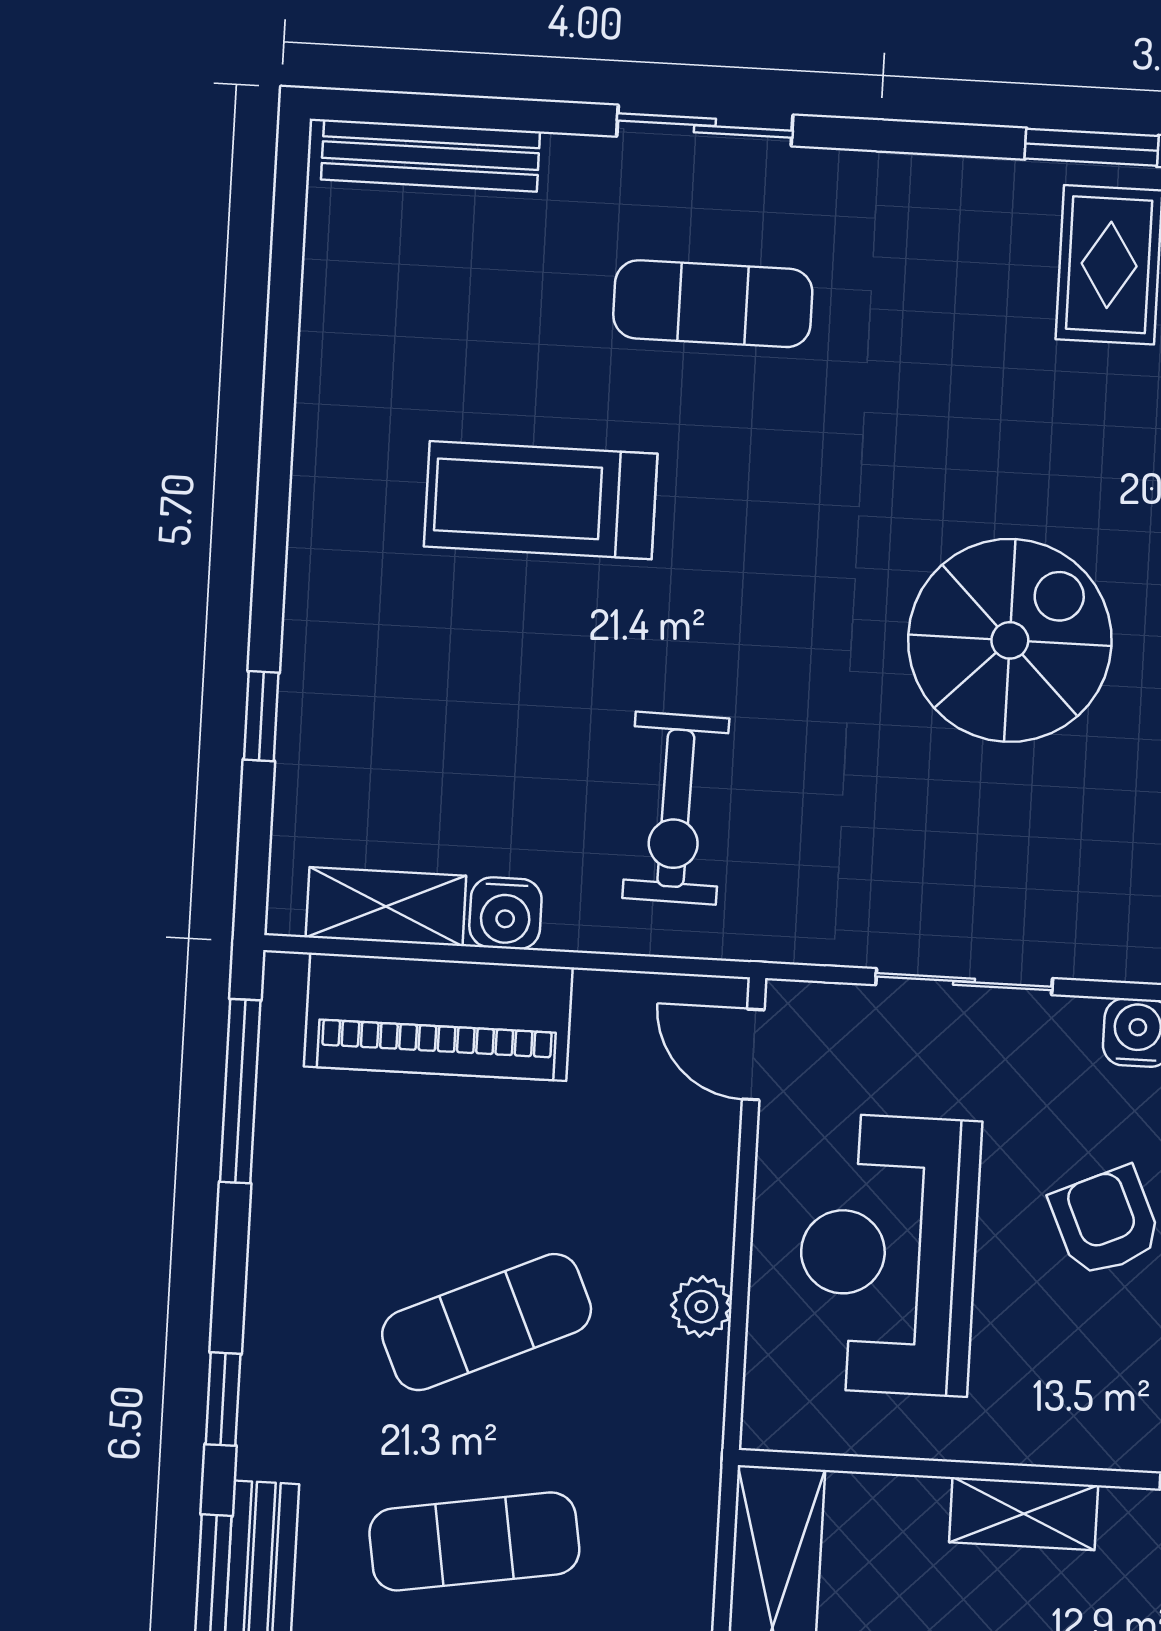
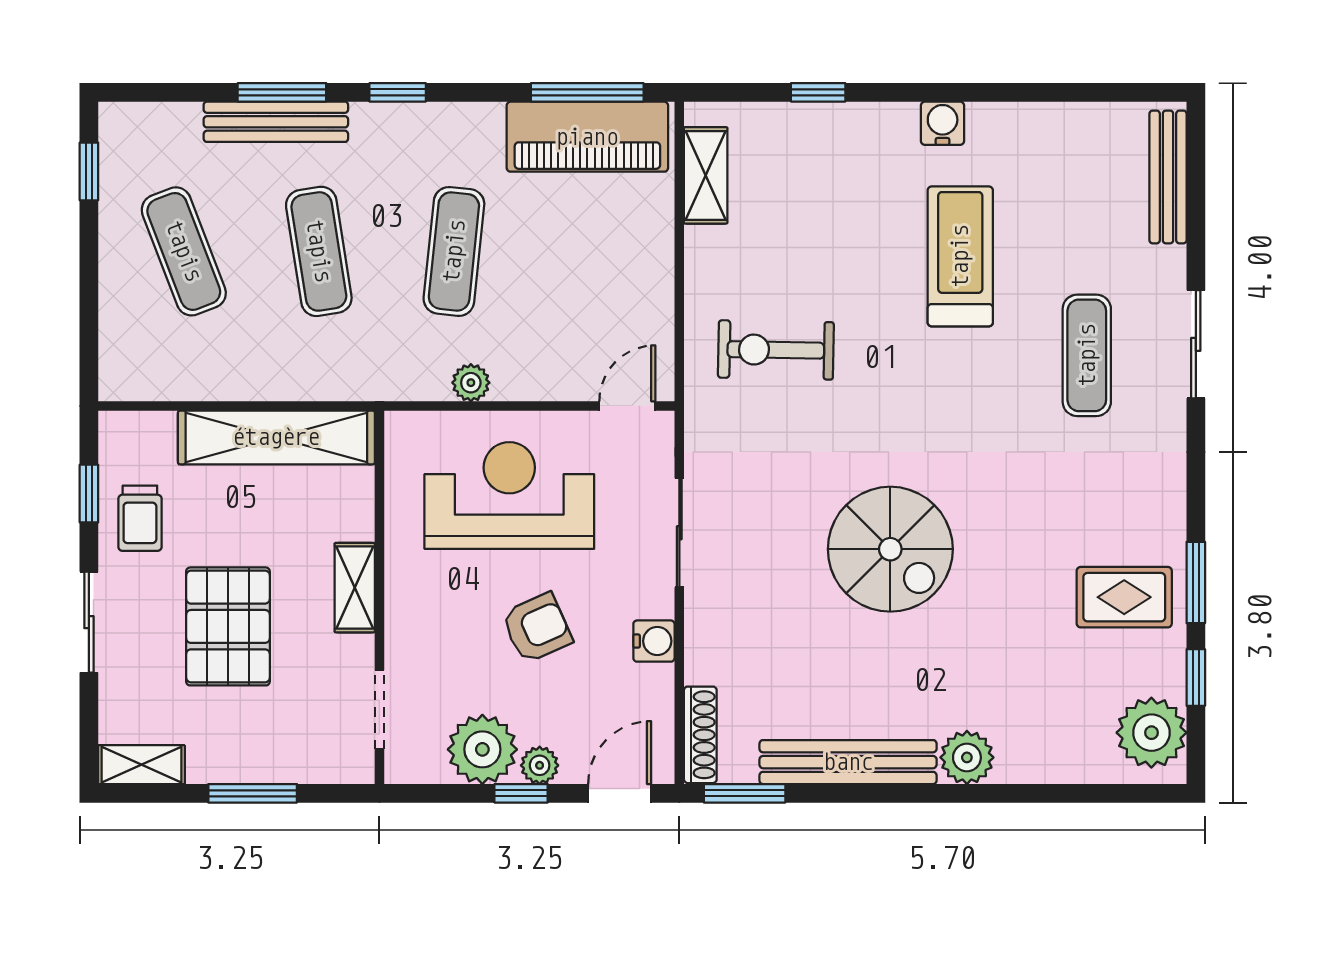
water cooler: (505, 913) -> (943, 123), moved, turned 90
piano: (438, 1017) -> (587, 137), moved, turned -90
exercise mat: (487, 1322) -> (454, 251), turned 30

